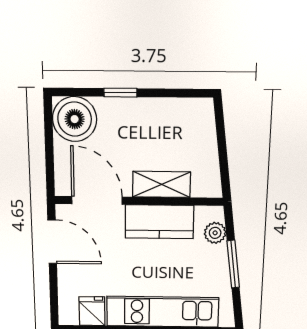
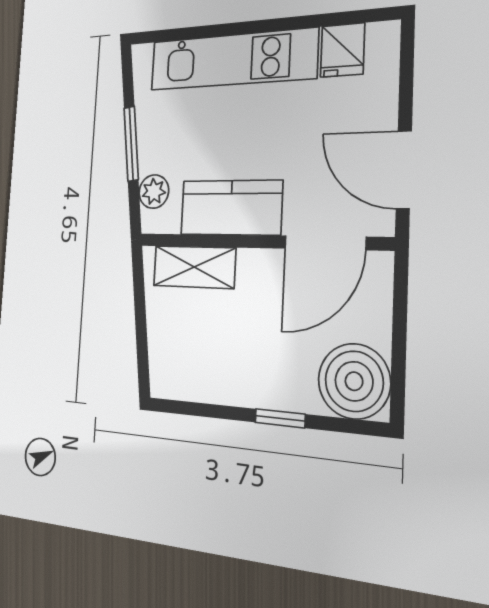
shelving: (161, 184) -> (194, 267), moved
door: (97, 200) -> (325, 243), hinge flipped

